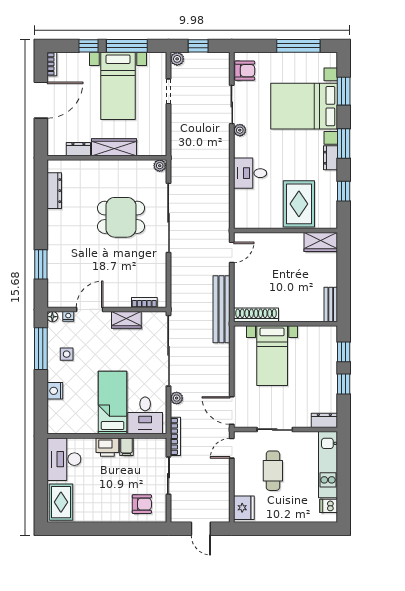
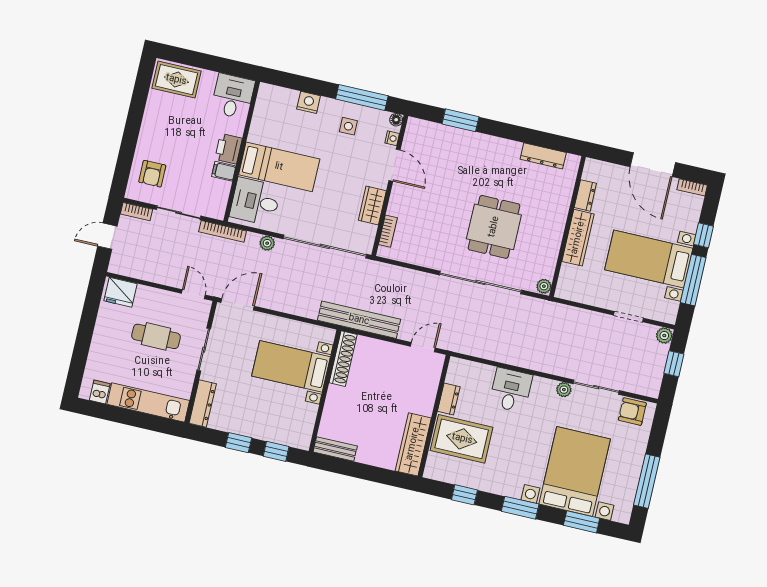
armchair: (245, 71) -> (632, 411), turned 90
dresser: (330, 158) -> (449, 399), moved, turned 90
wardrobe: (321, 242) -> (413, 444), width x1.50
door: (232, 252) -> (423, 347), swing flipped
dresser: (324, 420) -> (203, 403), width x1.44
desk: (64, 459) -> (233, 96), width x0.73
bookcase: (175, 510) -> (137, 212), added

